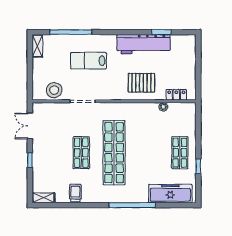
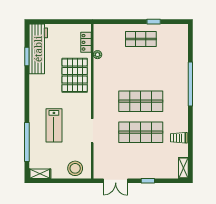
workbench: (144, 44) -> (38, 49), moved
pallet: (141, 83) -> (75, 75), width x1.37, depth x1.41
stool: (54, 90) -> (75, 168), moved
shop shelf: (81, 153) -> (141, 132), width x1.43, depth x1.36
shop shelf: (114, 153) -> (141, 101), width x0.71
freezer: (170, 194) -> (179, 48), removed

